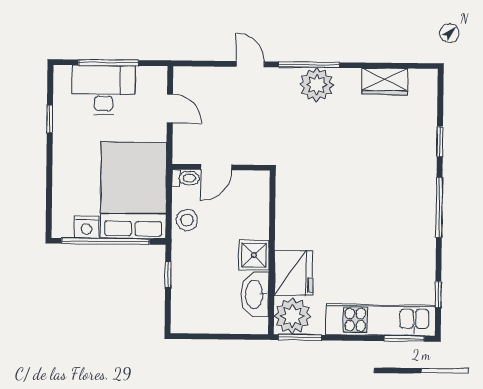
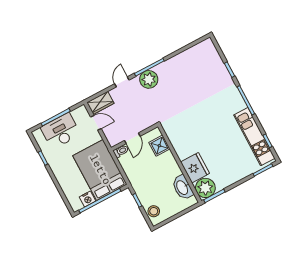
door: (250, 64) -> (122, 82), hinge flipped
wardrobe: (385, 81) -> (100, 103), moved
plant: (317, 85) -> (149, 79), moved
stool: (187, 220) -> (154, 211), moved
shower: (254, 255) -> (159, 146), moved
kitchen unit: (380, 320) -> (254, 137), moved, turned -90

